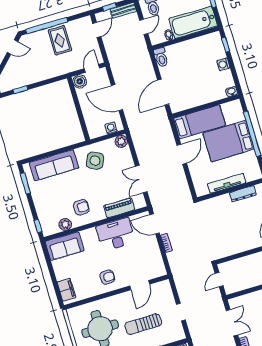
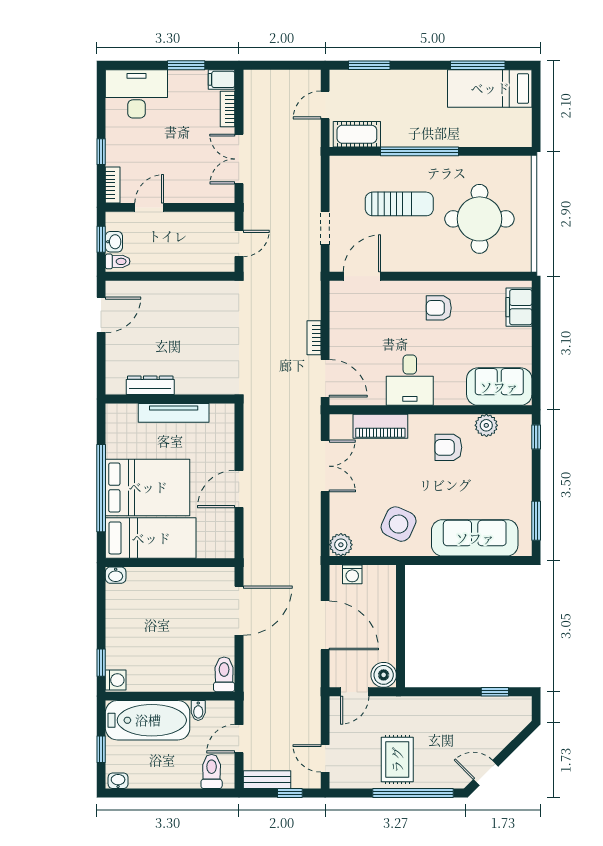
door: (97, 30) -> (325, 758), hinge flipped
washing machine: (223, 64) -> (116, 680), moved
bed: (200, 122) -> (151, 538), moved, turned 180
desk: (116, 234) -> (410, 380), width x0.73
door: (140, 285) -> (362, 276), moved
doorway: (181, 312) -> (325, 228), moved

